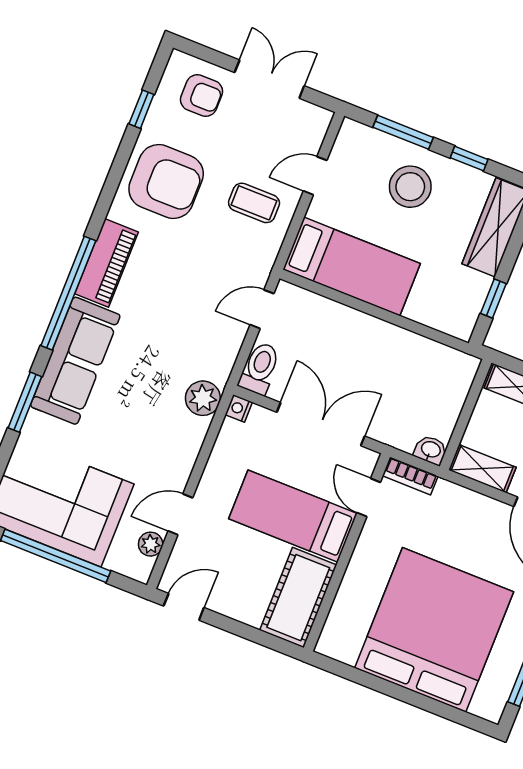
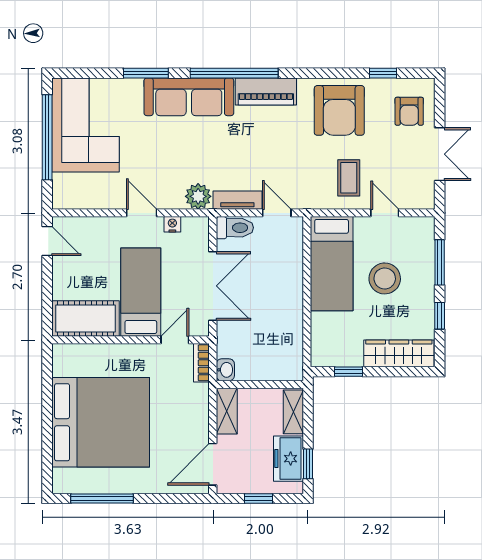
stool: (410, 187) -> (385, 278), moved
tv unit: (227, 352) -> (237, 200), added
nightstand: (239, 408) -> (172, 224), moved
door: (180, 514) -> (142, 213), moved
plant: (151, 544) -> (82, 200), removed

